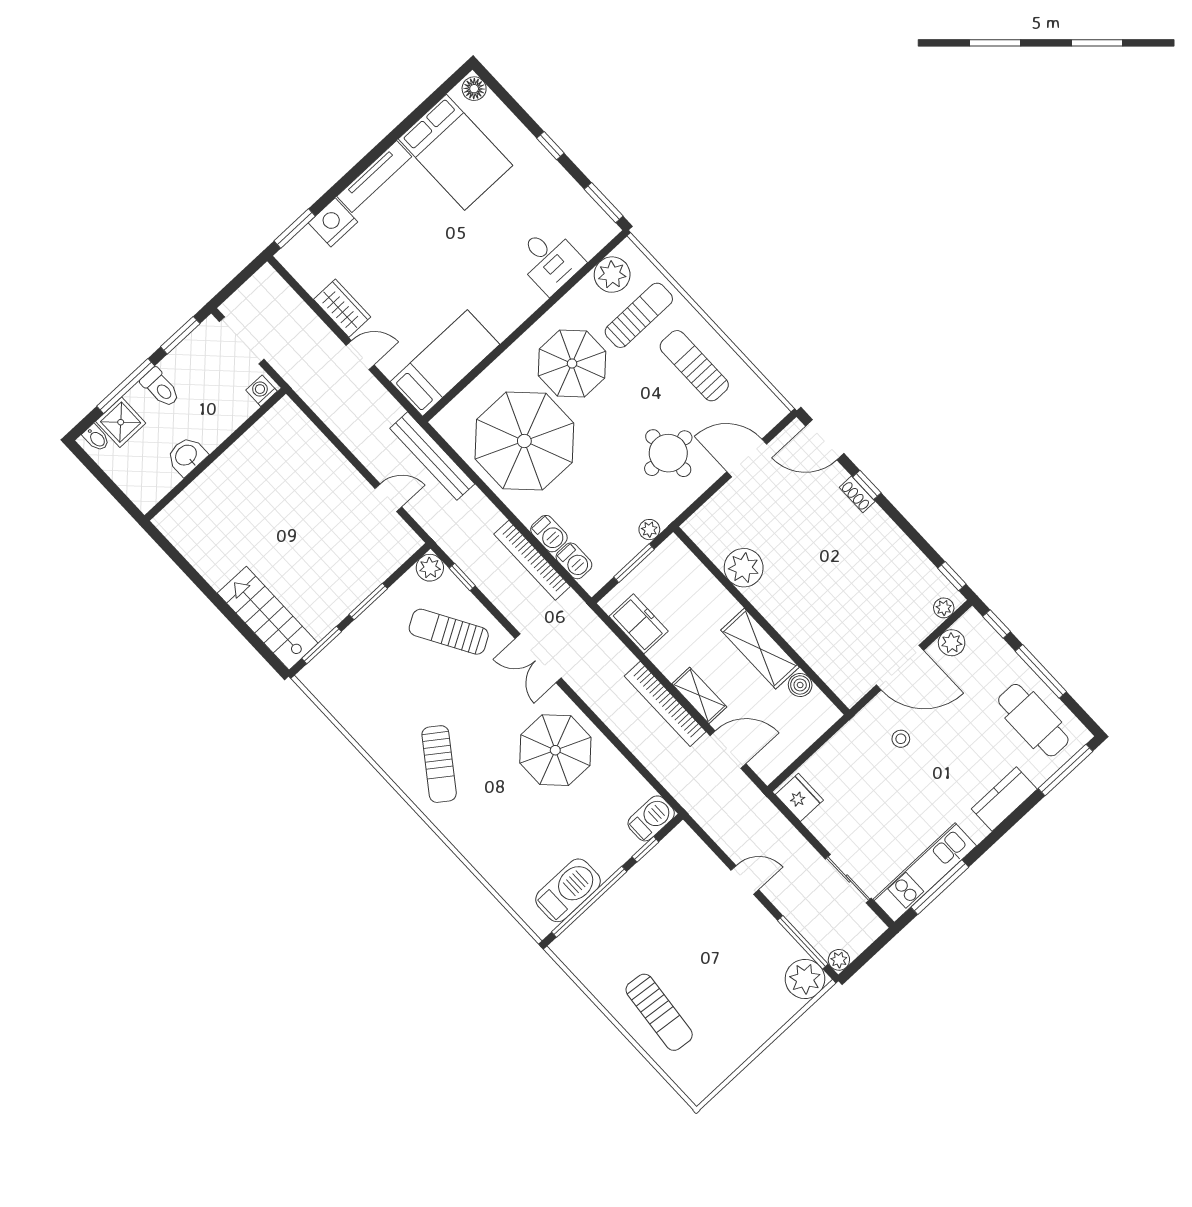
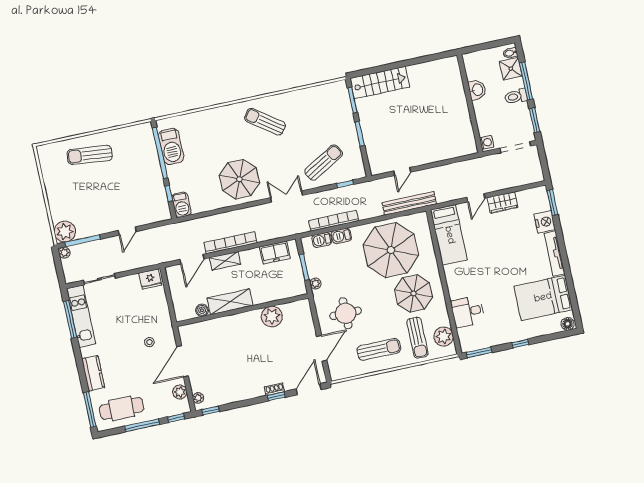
plant: (430, 568) -> (358, 171), removed

